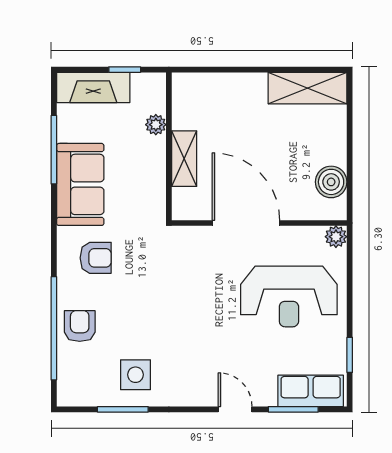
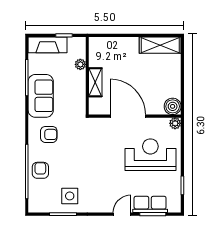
boiler: (331, 182) -> (173, 106), moved
reception desk: (289, 296) -> (150, 155), turned 180
row of seats: (311, 391) -> (150, 204), moved
door: (235, 409) -> (122, 214), hinge flipped

